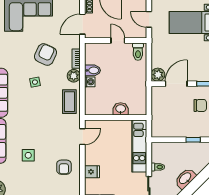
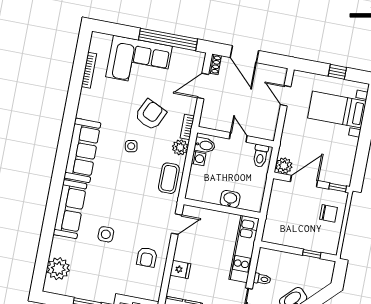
wall: (116, 41) -> (236, 137), moved
door: (118, 41) -> (238, 137), moved
toilet: (138, 52) -> (260, 156), moved

